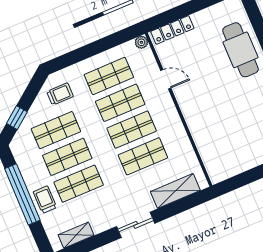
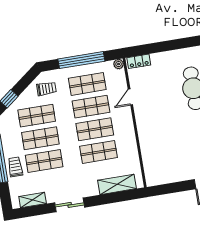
locker: (172, 30) -> (139, 61), width x0.66
window: (94, 48) -> (81, 60), added
door: (166, 79) -> (130, 97), swing flipped
sliding door: (136, 225) -> (70, 205), moved

